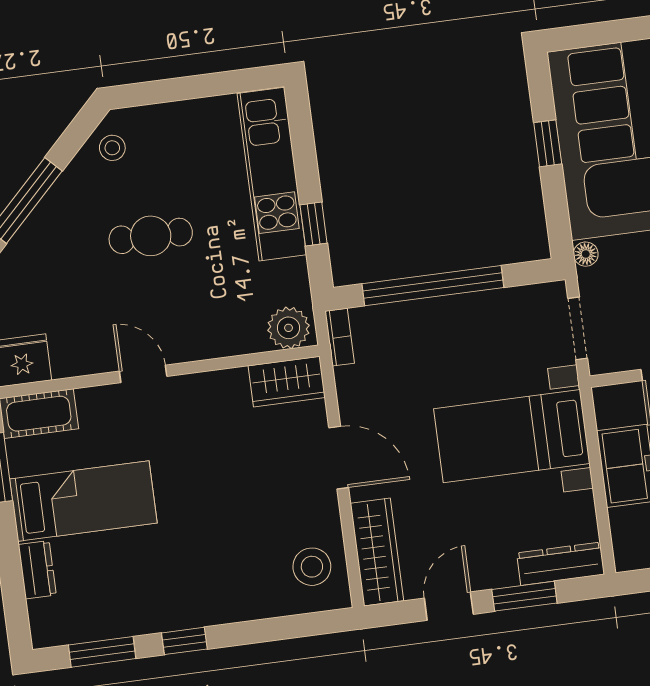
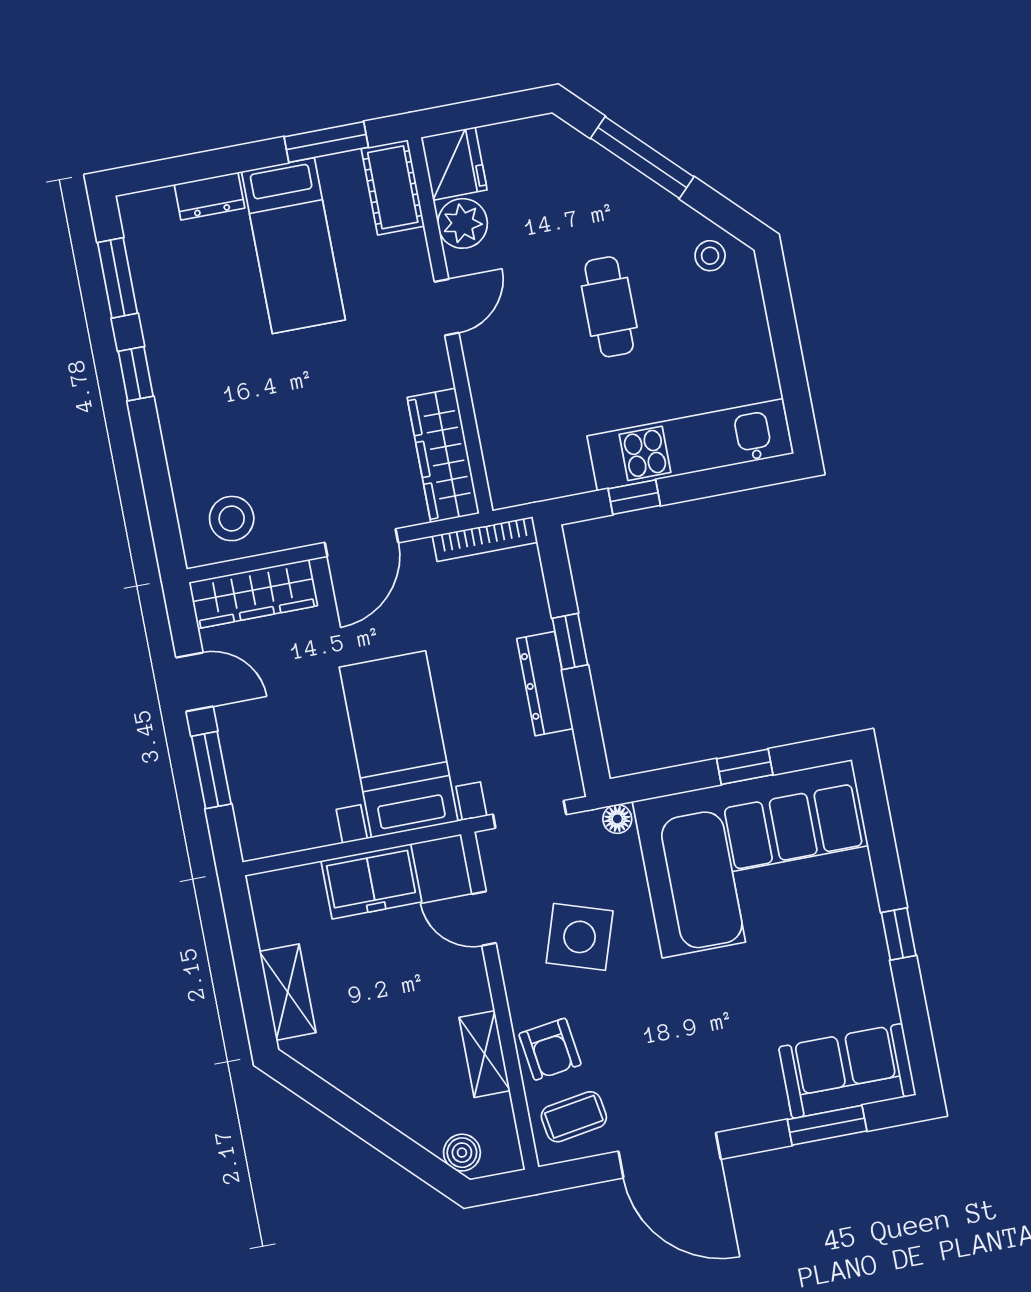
window: (433, 286) -> (570, 642), width x0.32
plant: (289, 328) -> (463, 223), moved
bookcase: (340, 337) -> (485, 539), width x1.56
wardrobe: (287, 382) -> (443, 455), width x1.50
dresser: (561, 564) -> (545, 684), moved, turned 180

